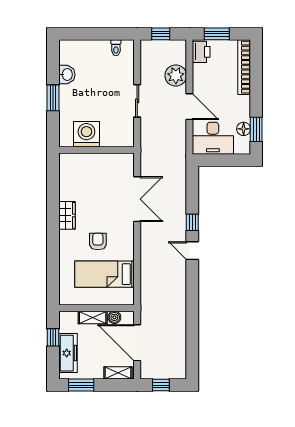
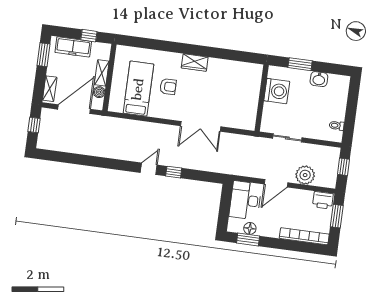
washing machine: (86, 134) -> (277, 91), moved
wall: (97, 150) -> (262, 98), moved

